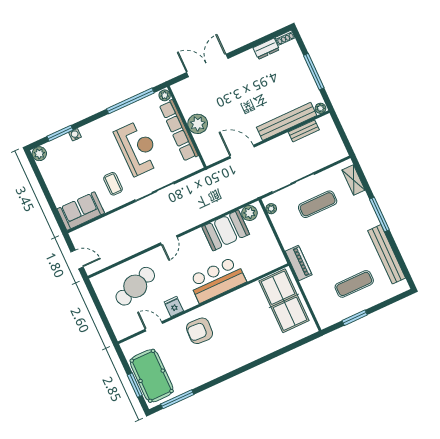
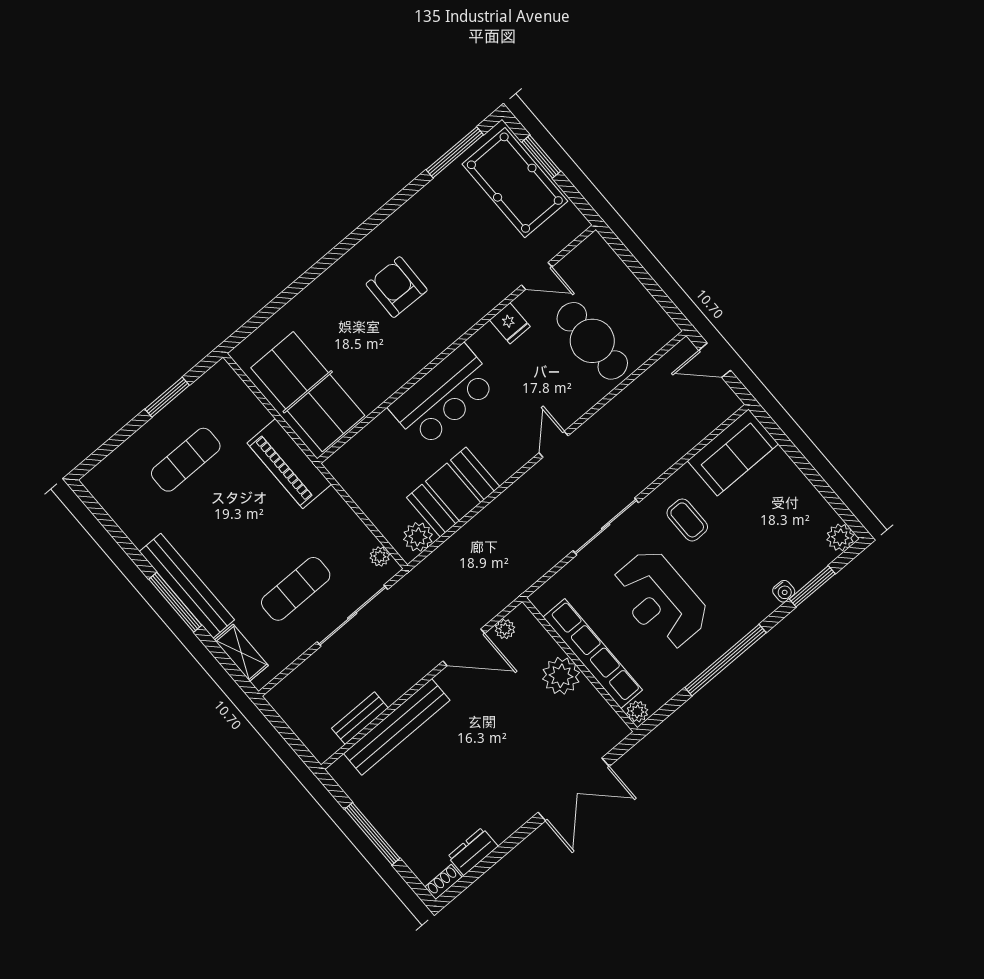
window: (130, 101) -> (726, 660), moved
plant: (320, 108) -> (505, 629), moved
bench: (387, 254) -> (187, 586), moved
piano: (299, 263) -> (289, 464), width x1.37, depth x1.33
cafe table: (135, 286) -> (592, 341), turned -70
armchair: (200, 331) -> (397, 287), moved, turned -92

